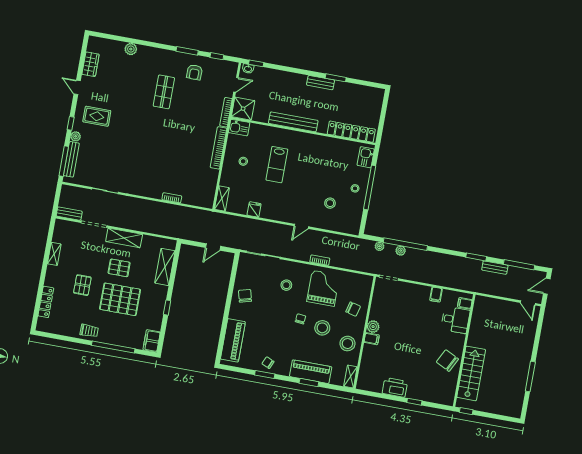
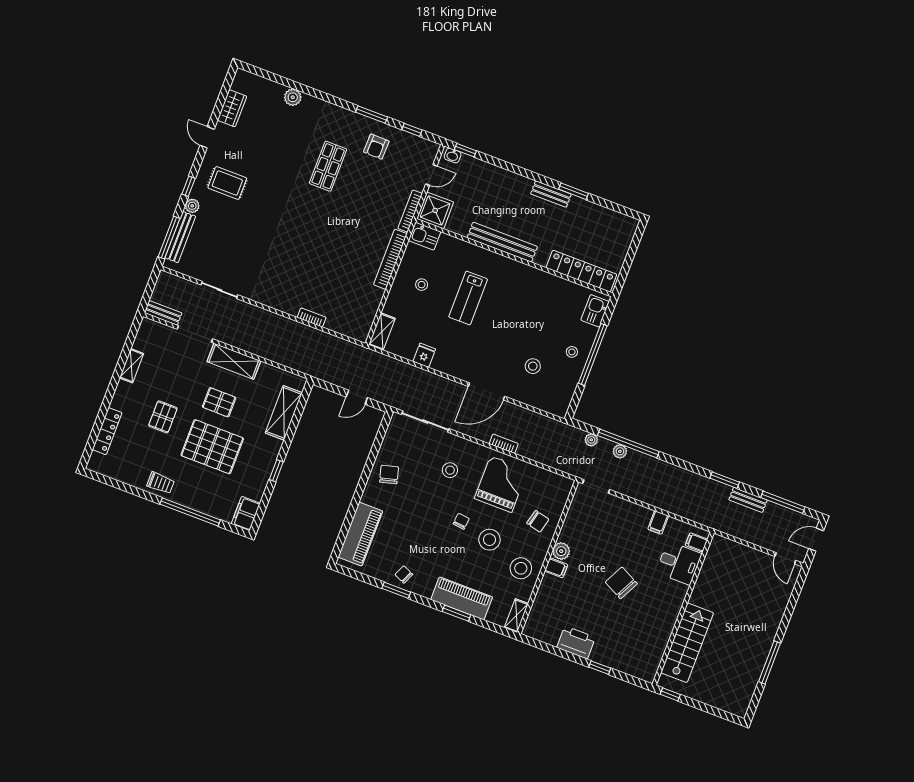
door: (301, 226) -> (486, 391), width x1.88
chair: (447, 361) -> (621, 583), moved

